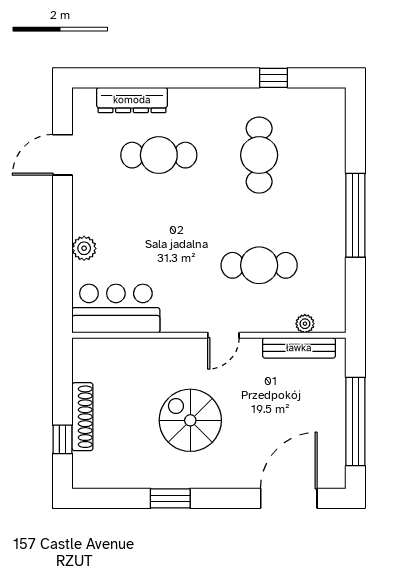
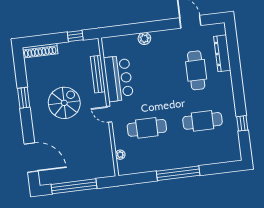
cafe table: (259, 265) -> (147, 128), turned 90
bar counter: (116, 309) -> (118, 78), moved
bench: (299, 348) -> (98, 74), moved
shoe rack: (82, 417) -> (40, 51), moved
window: (63, 439) -> (75, 36), moved

